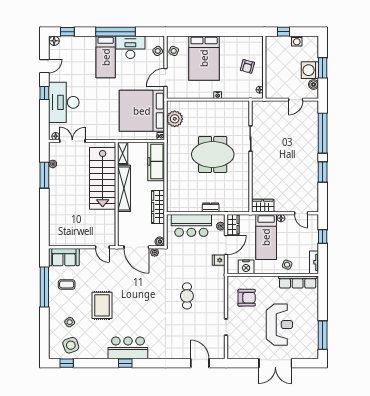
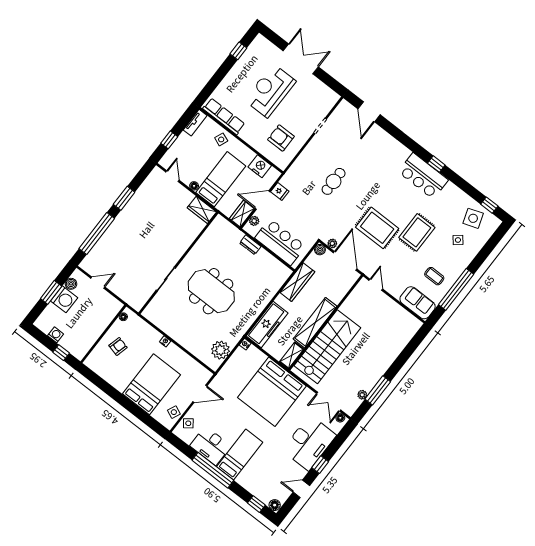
bed: (142, 111) -> (272, 392), moved, turned 90
rug: (132, 287) -> (377, 228), added
window: (323, 335) -> (238, 51), width x0.46

